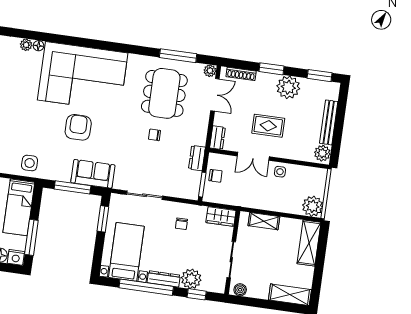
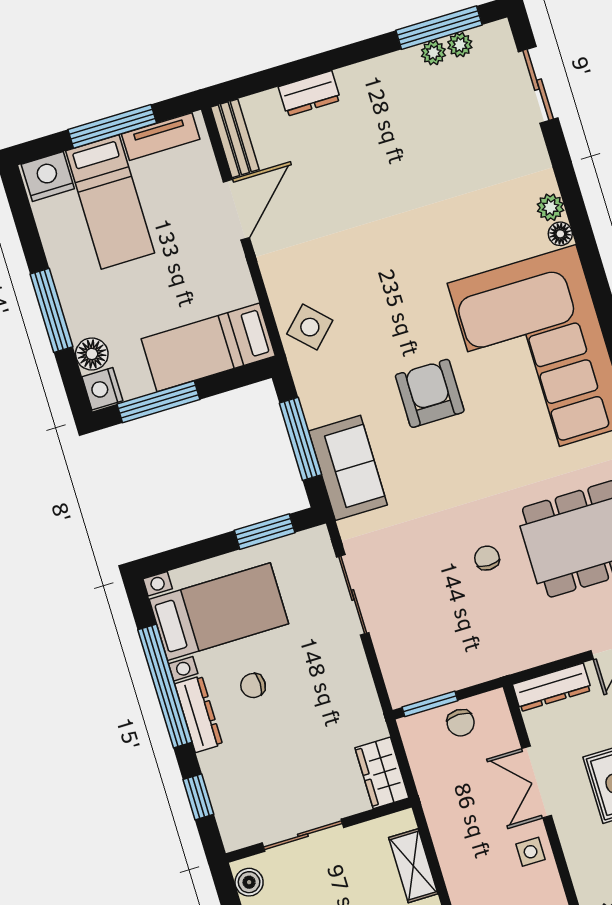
armchair: (78, 127) -> (430, 393), turned -90
dresser: (218, 138) -> (552, 687), width x1.44
dresser: (197, 158) -> (480, 668), removed
side table: (30, 163) -> (310, 327), turned 45
chair: (181, 224) -> (253, 686), moved
plant: (191, 279) -> (225, 771), removed

